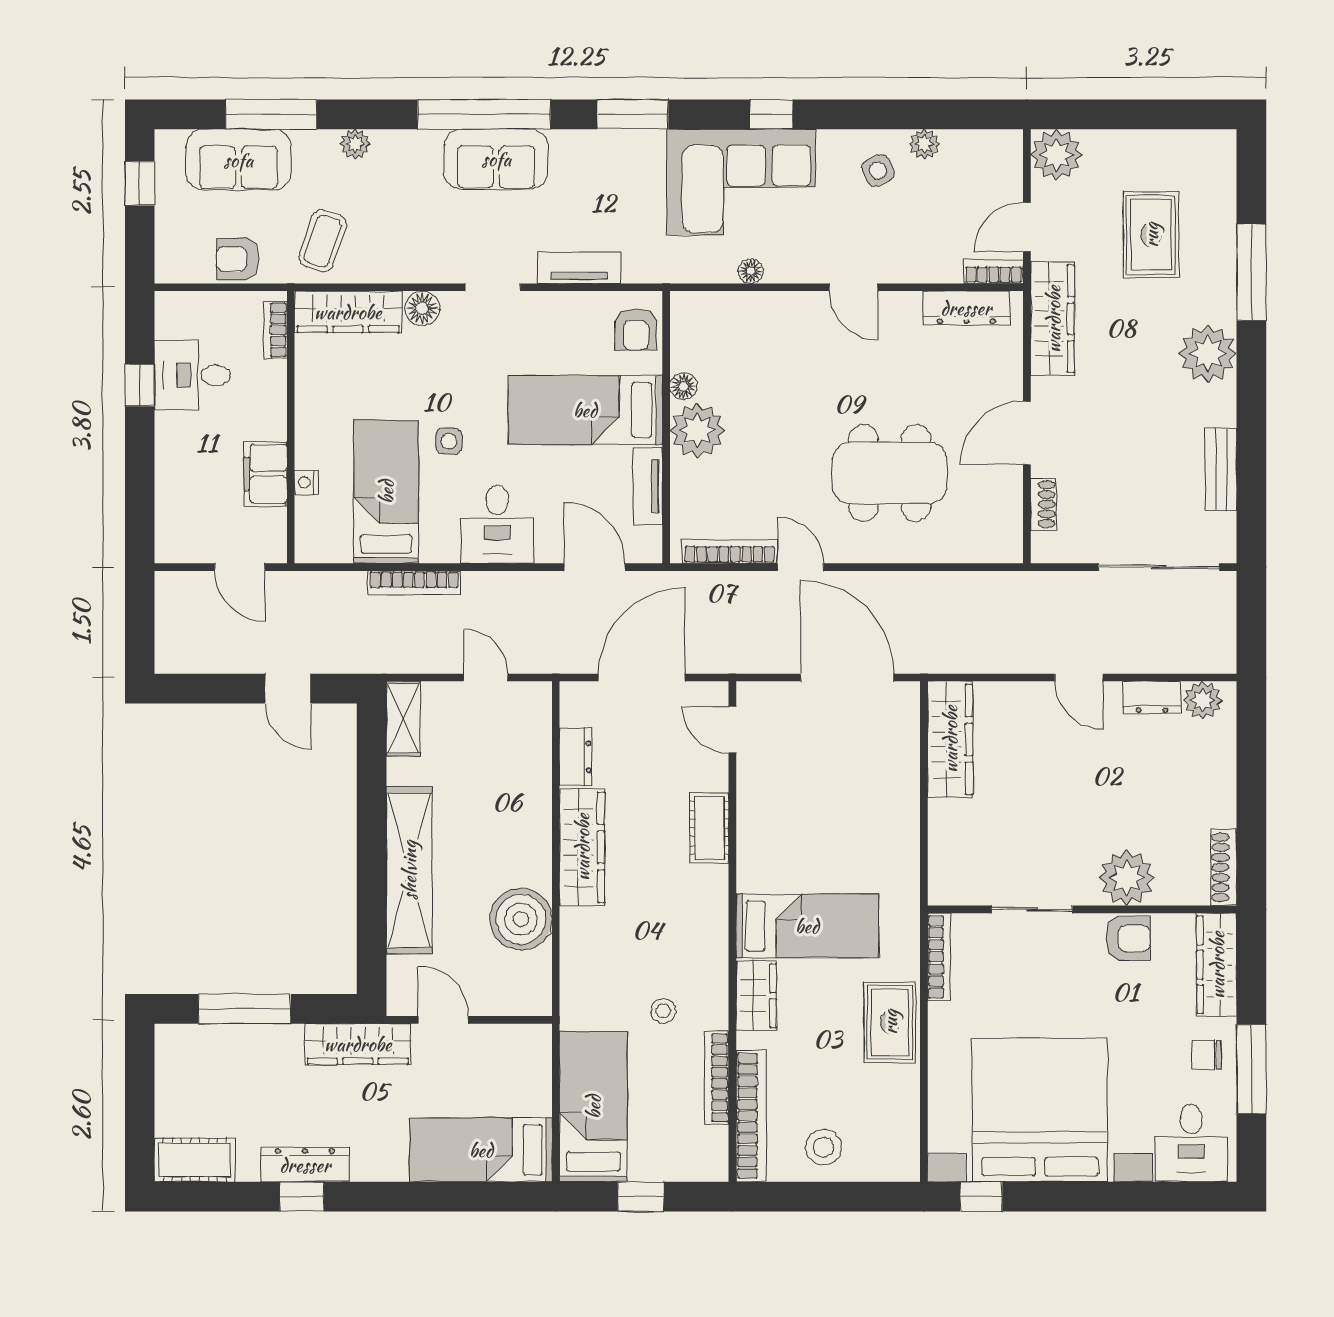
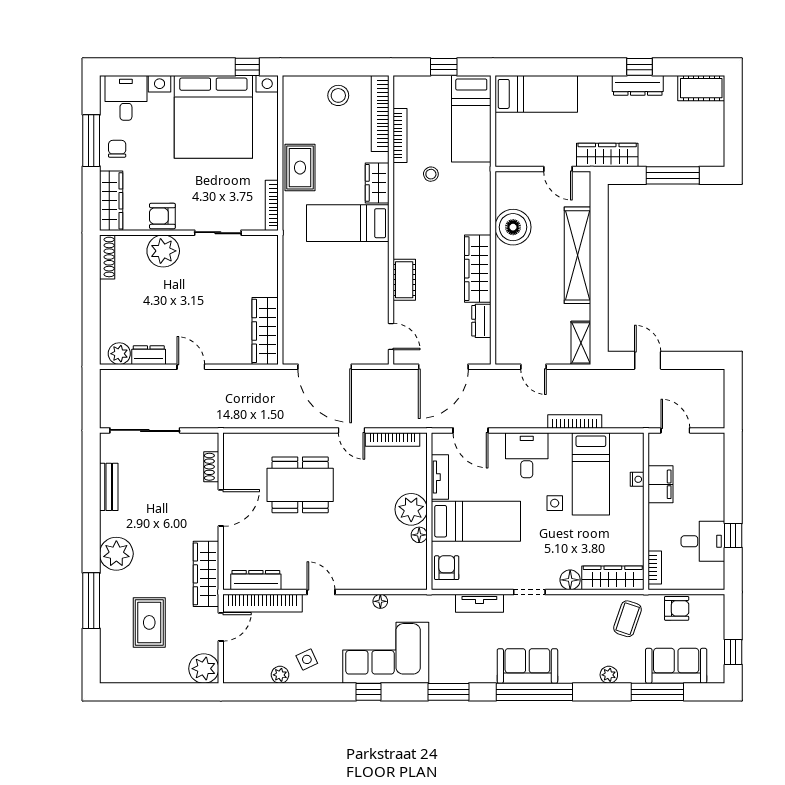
bookcase: (994, 272) -> (263, 603), width x2.31, depth x1.31
chair: (1207, 1055) -> (117, 149), turned -90

